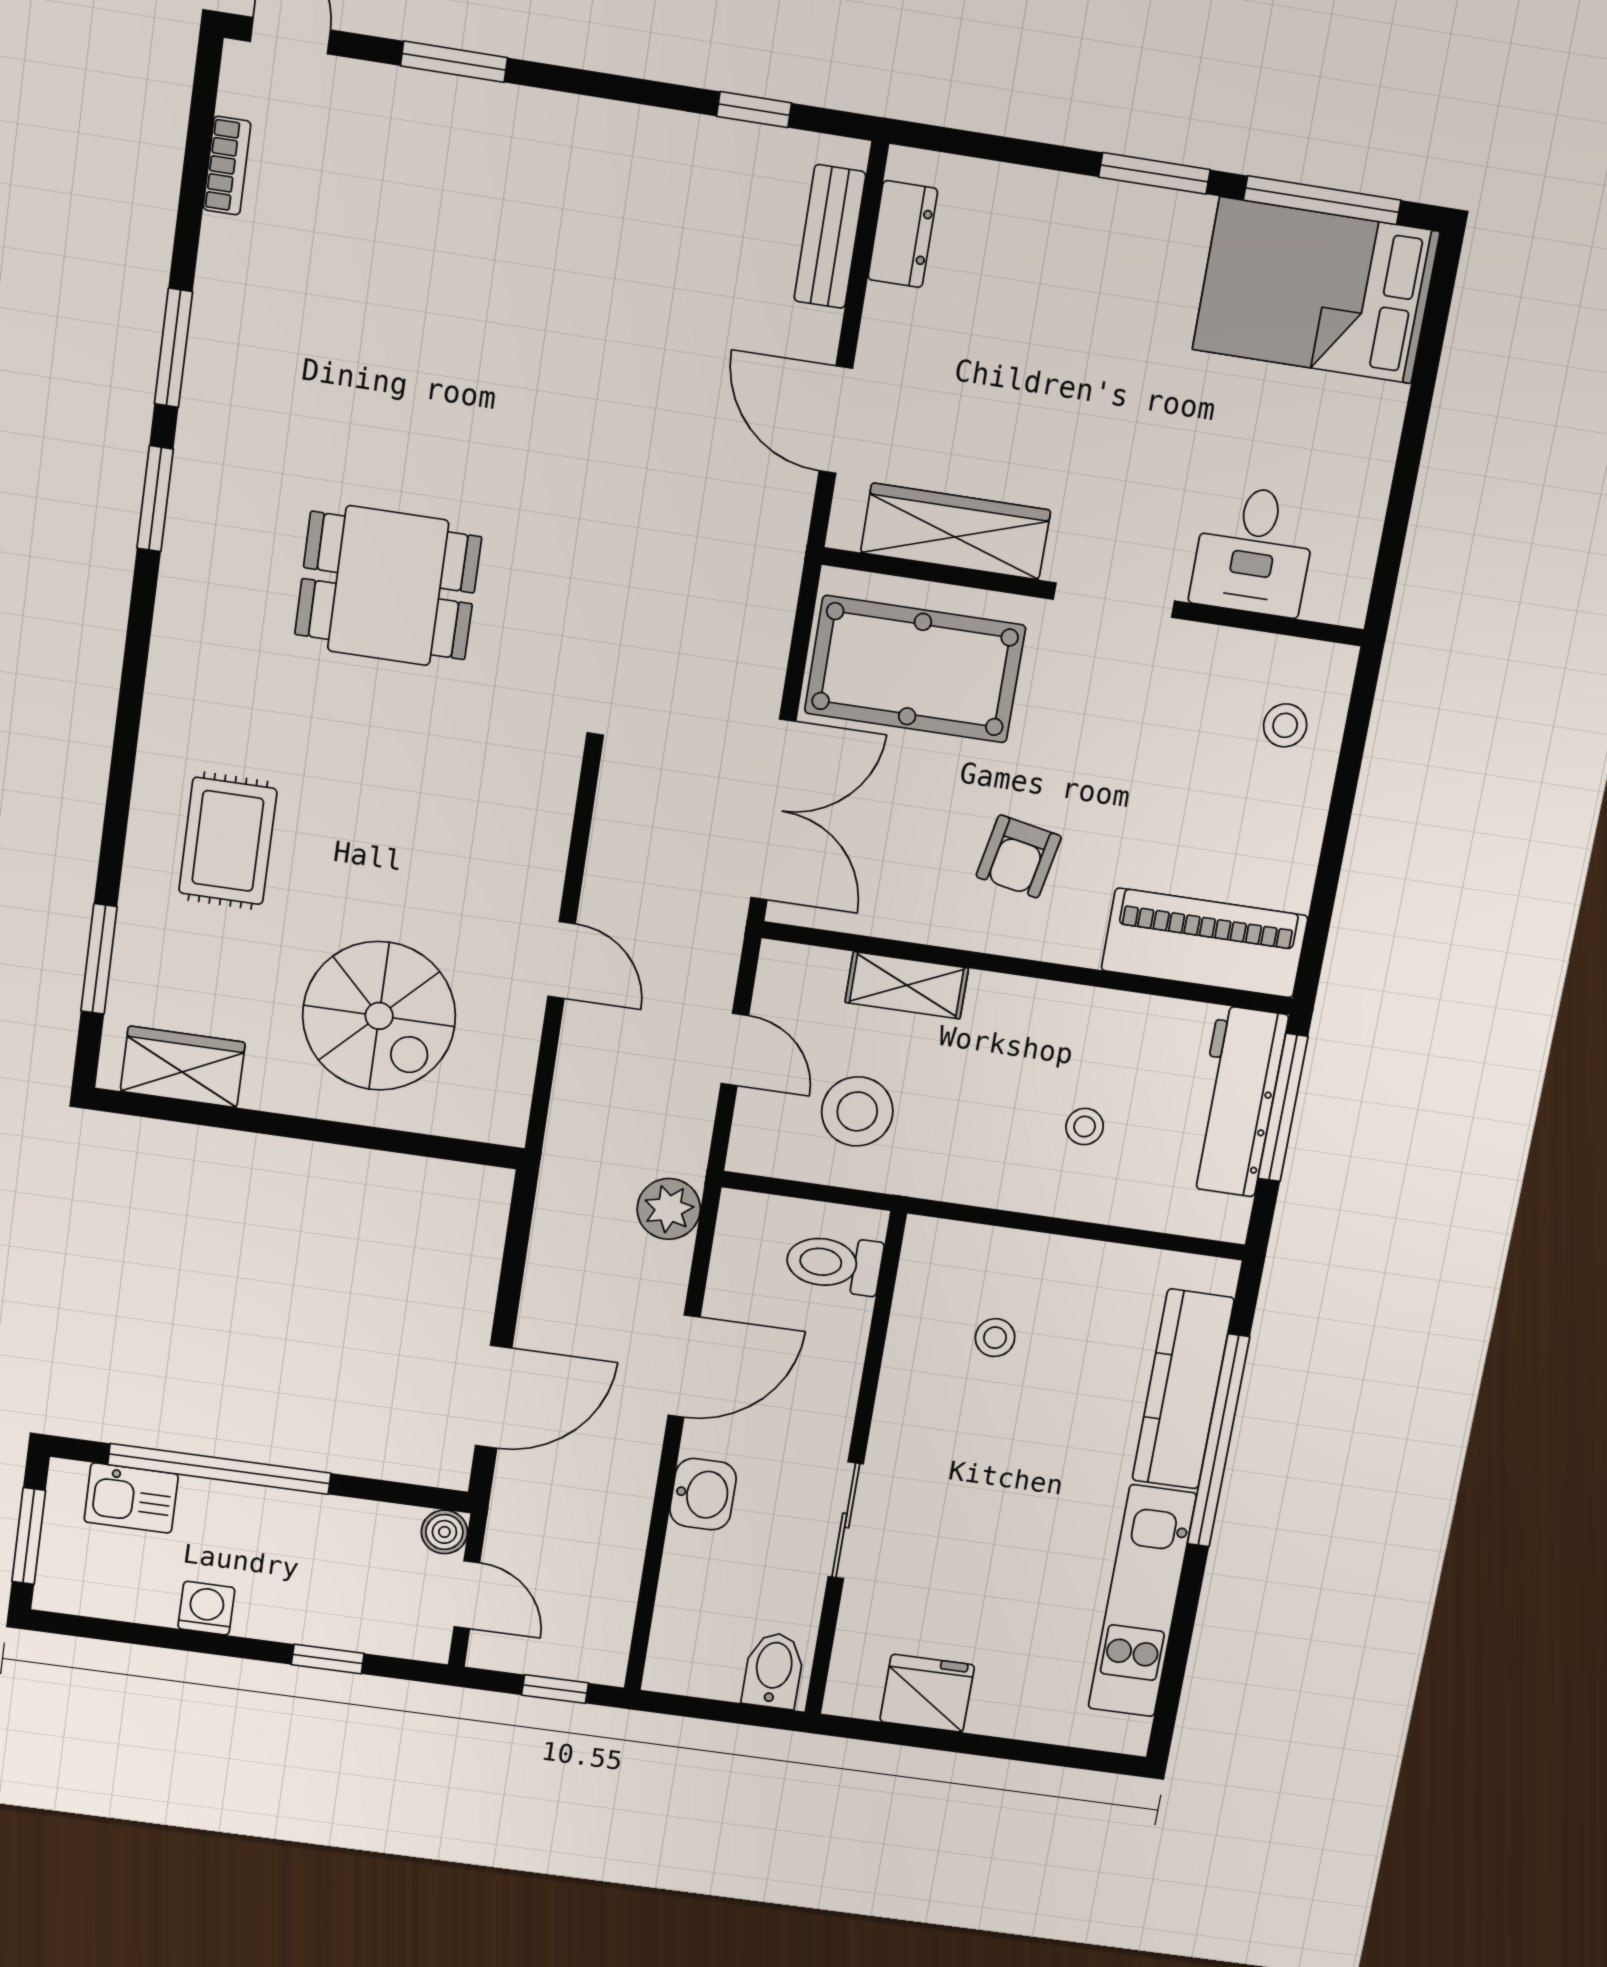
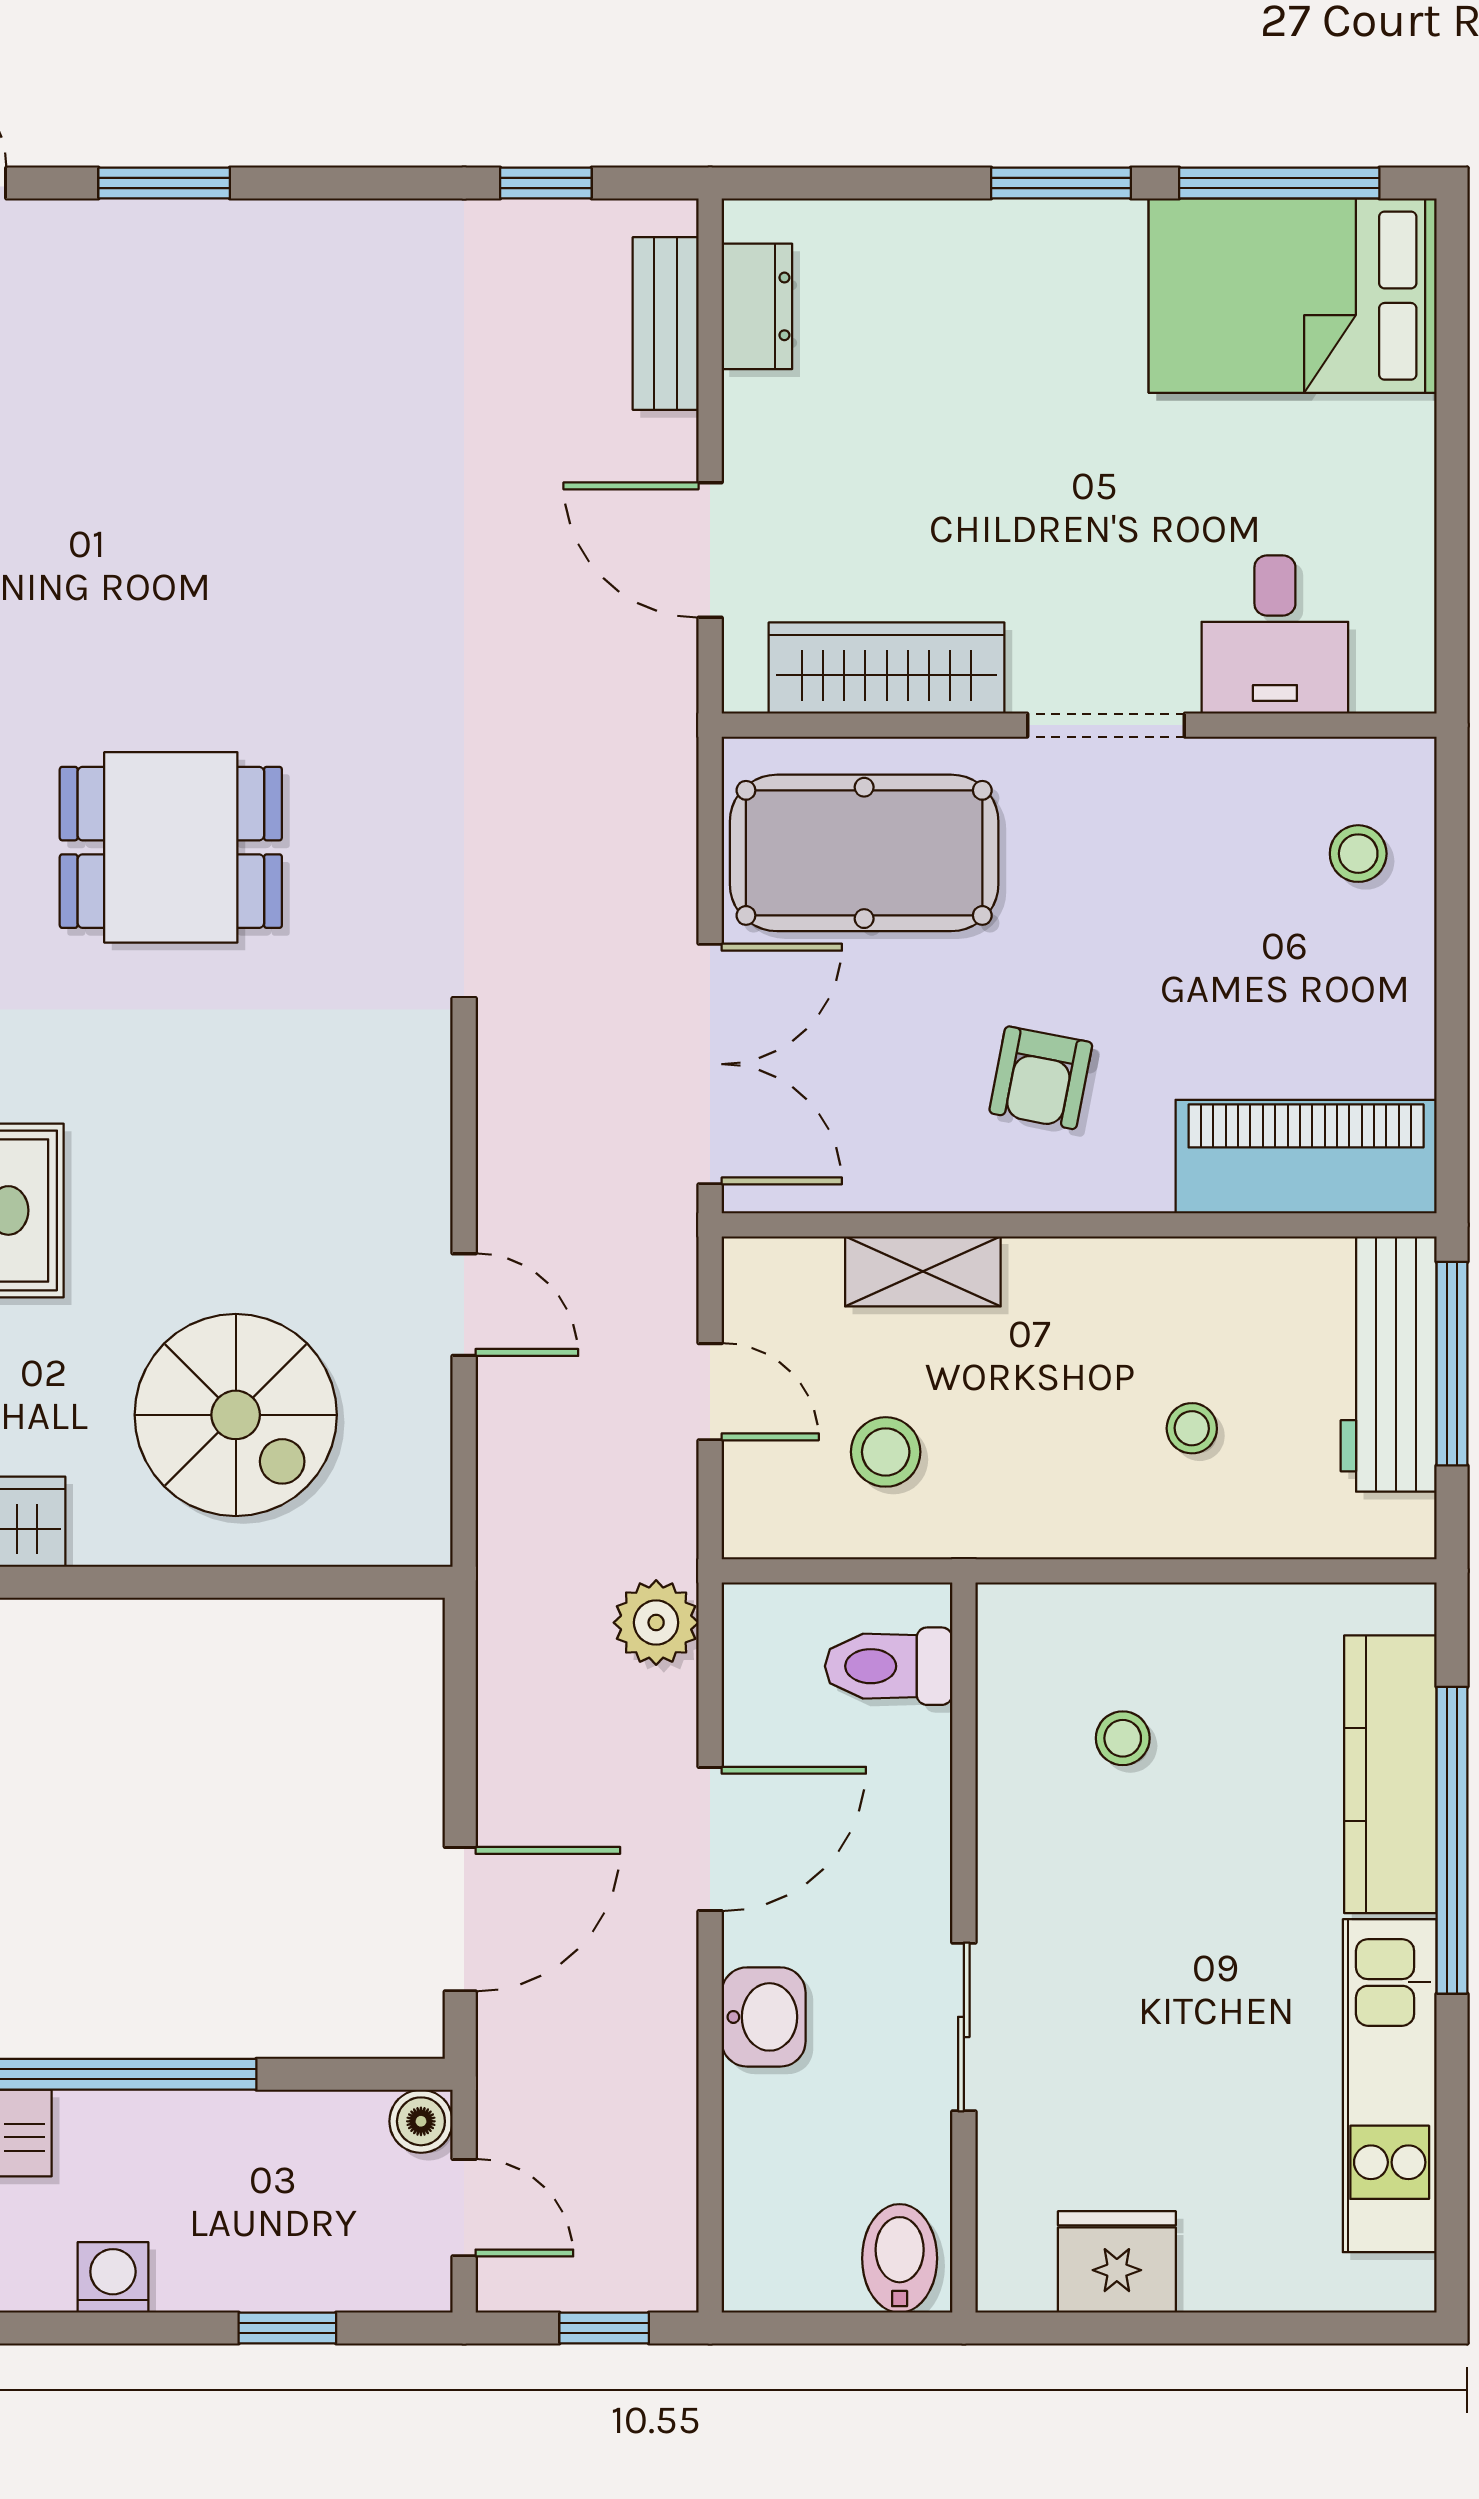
stool: (857, 1111) -> (886, 1452), width x0.73, depth x0.73

